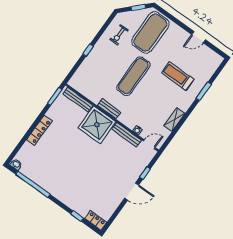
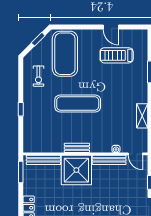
door: (199, 37) -> (111, 27), hinge flipped
exercise mat: (133, 76) -> (78, 103), turned 90
treadmill: (178, 76) -> (117, 55), moved
door: (149, 144) -> (135, 154), swing flipped

